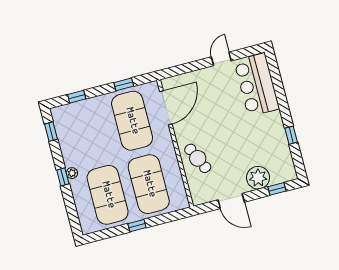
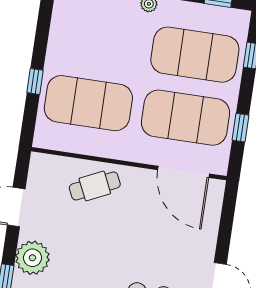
exercise mat: (108, 195) -> (195, 55), moved
window: (137, 226) -> (35, 81), moved

